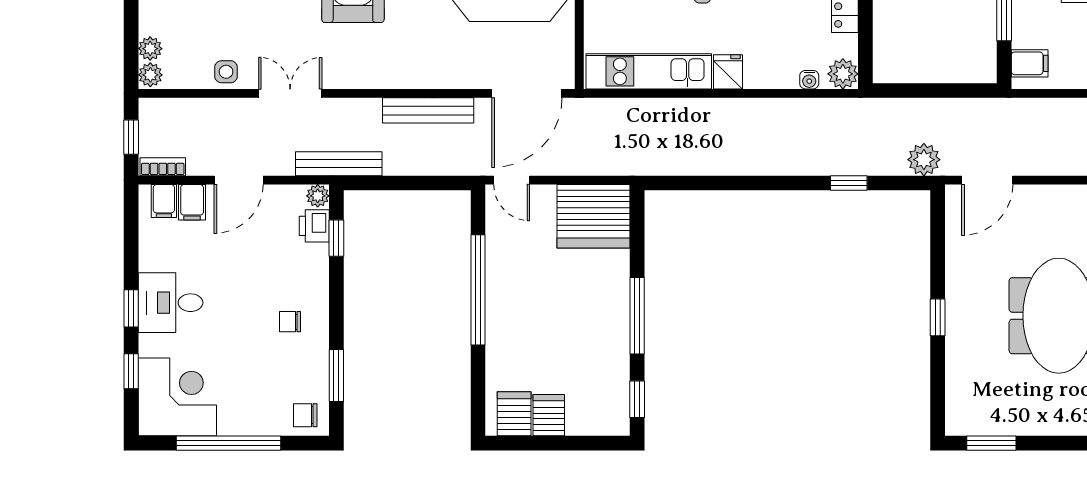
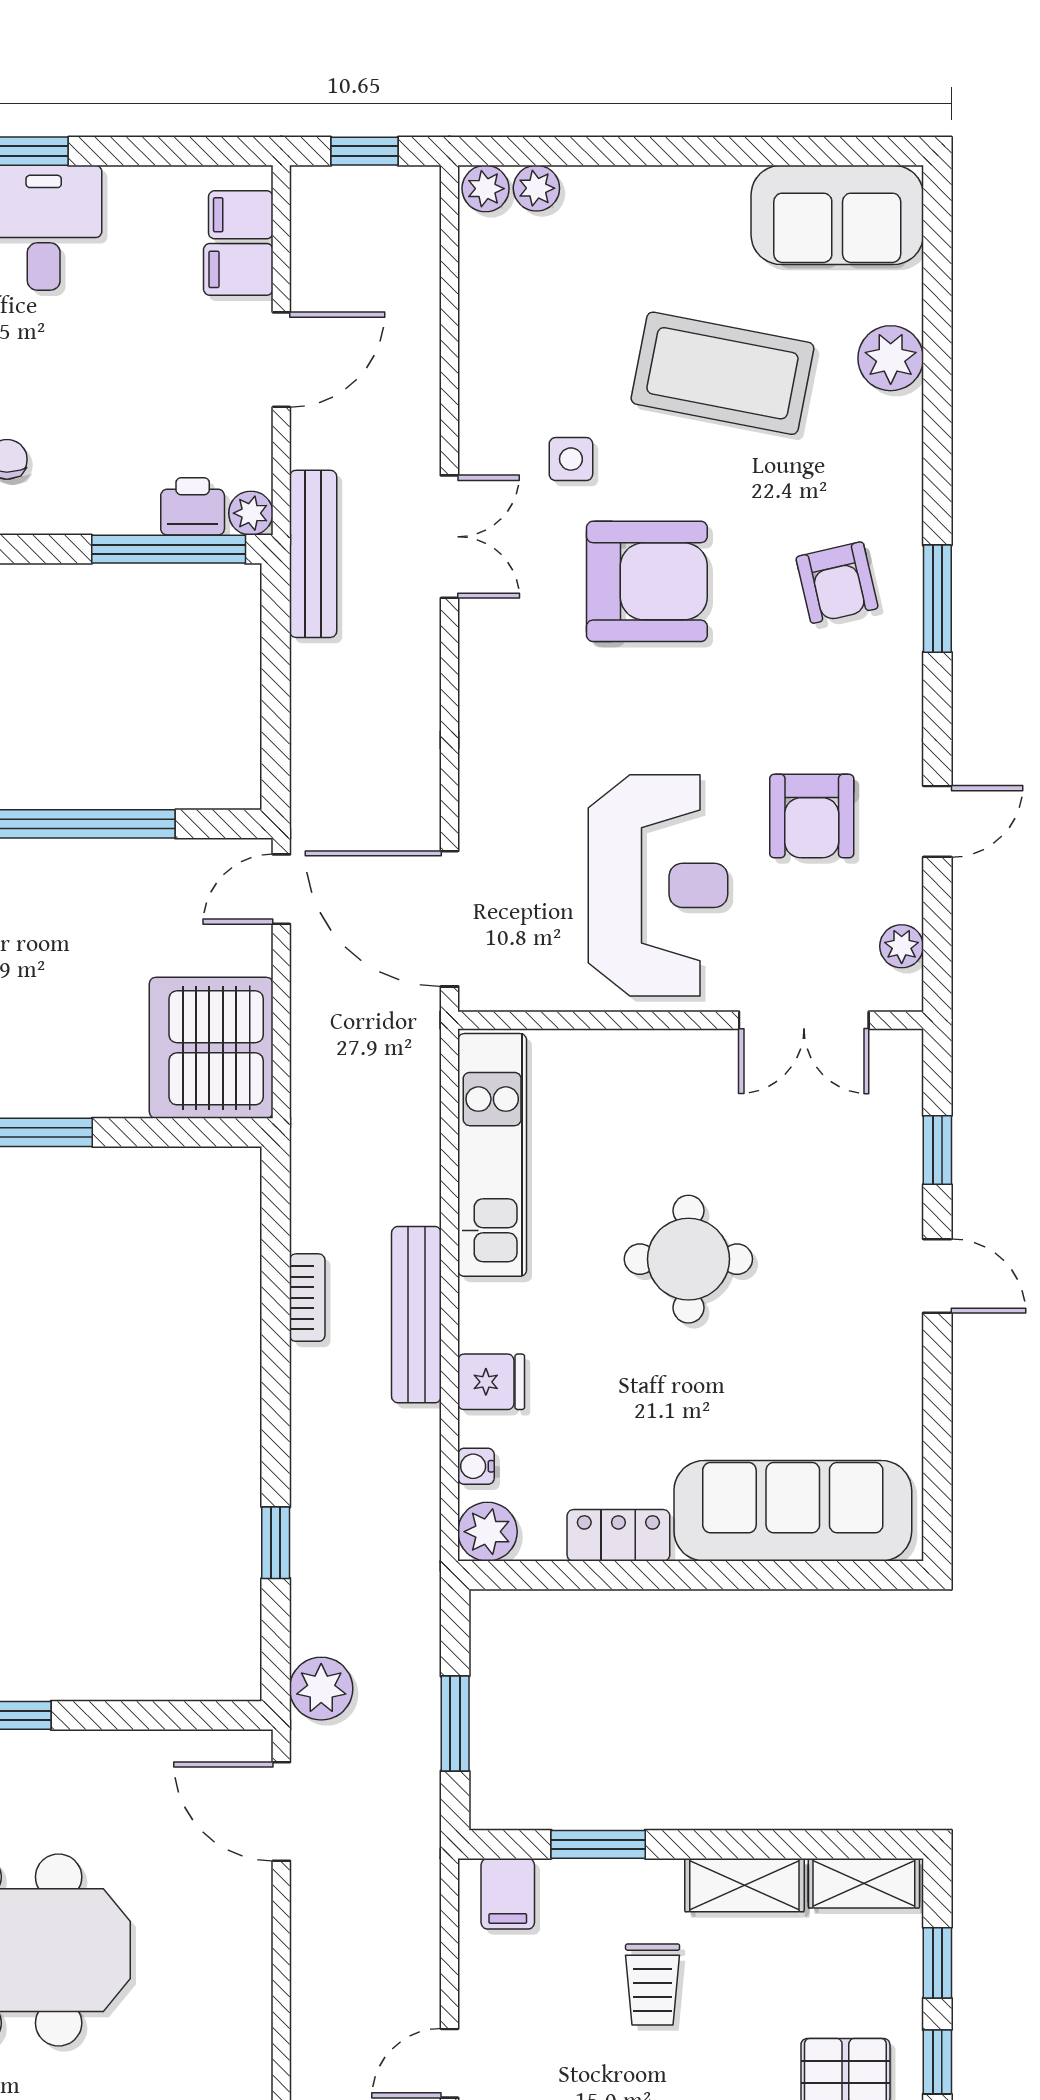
side table: (226, 72) -> (571, 459), moved
fridge: (728, 72) -> (491, 1382), moved
window: (942, 90) -> (455, 1724), added
double door: (290, 93) -> (449, 537), moved
bench: (428, 110) -> (416, 1315), moved
bookcase: (163, 167) -> (307, 1298), moved
door: (239, 180) -> (281, 360), swing flipped
window: (336, 238) -> (169, 549), width x2.17

